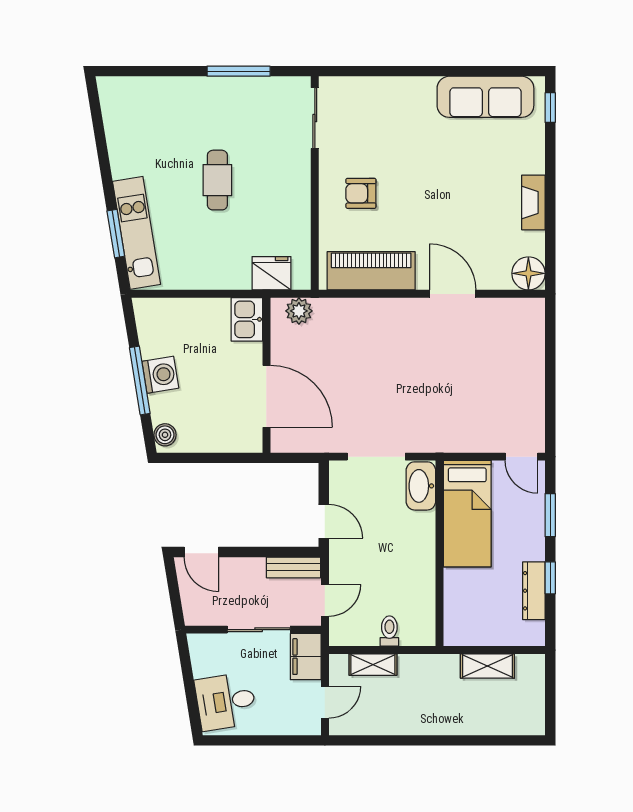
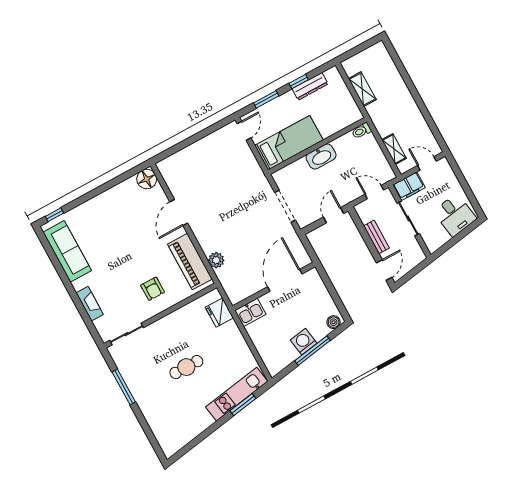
fireplace: (533, 202) -> (90, 304), moved, turned -90
plant: (299, 311) -> (216, 260), moved
washbasin: (421, 486) -> (321, 157), moved
bench: (293, 567) -> (376, 237), moved
toilet: (389, 631) -> (361, 131), moved

